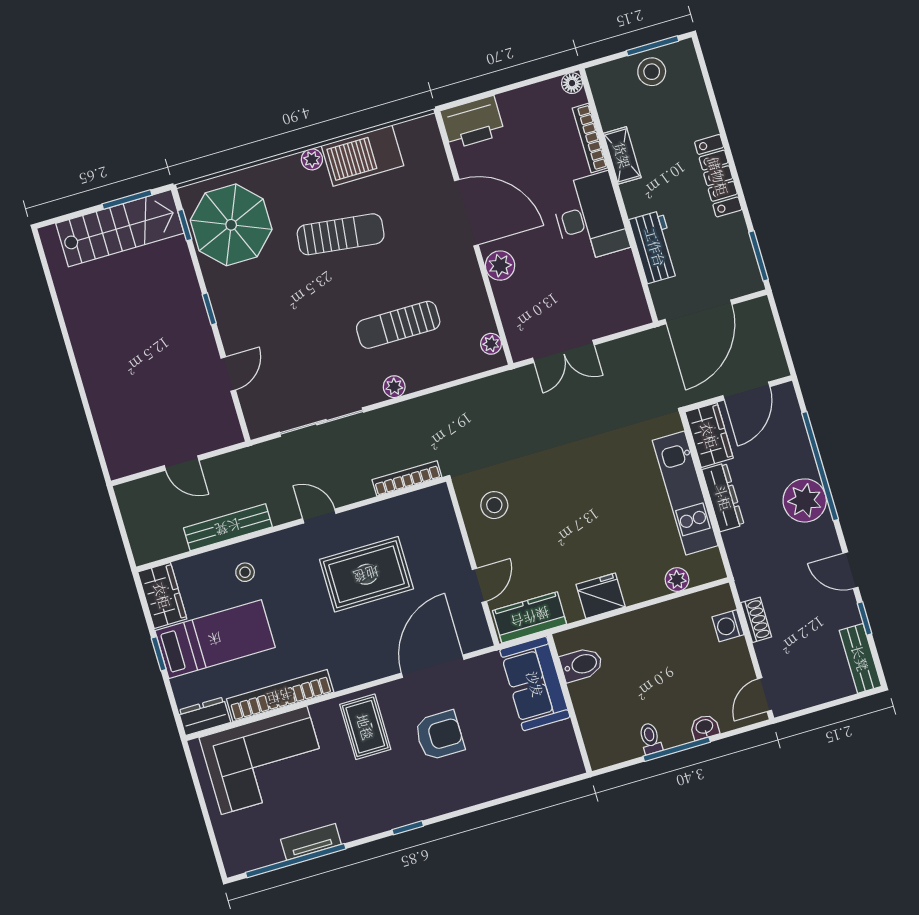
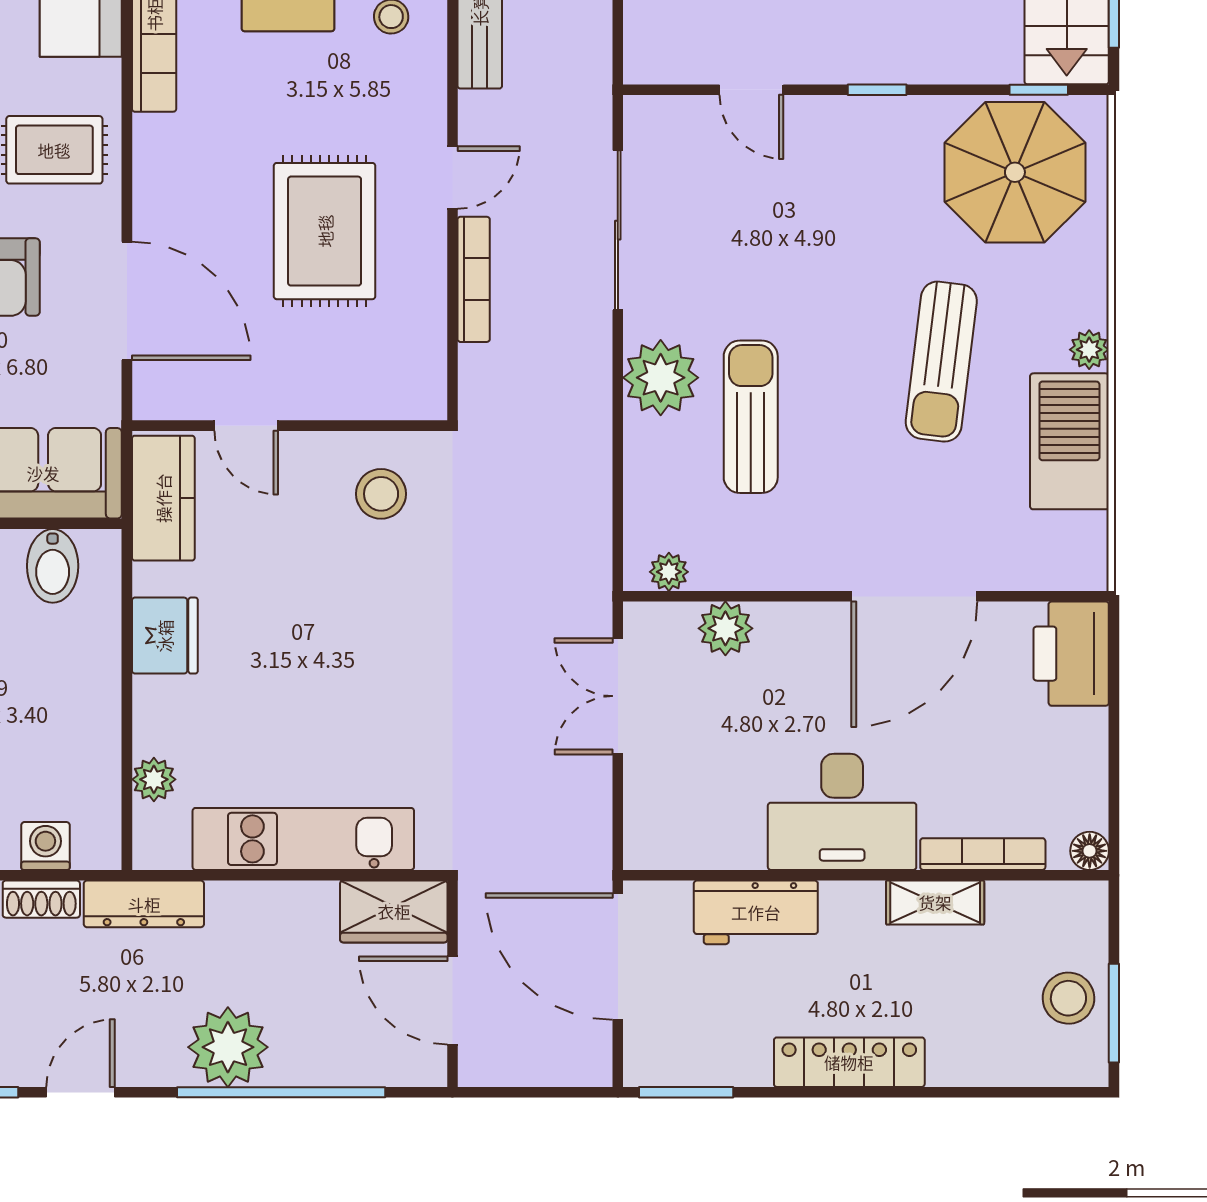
plant: (500, 266) -> (725, 628), moved
plant: (394, 387) -> (661, 378), width x1.88, depth x1.88
bookcase: (407, 478) -> (474, 279), moved
dresser: (723, 497) -> (144, 904), moved

